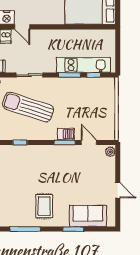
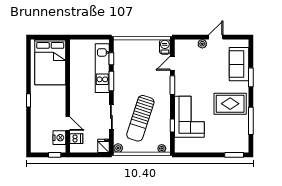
door: (22, 27) -> (68, 124), hinge flipped
barbecue: (66, 134) -> (165, 47), moved
plant: (110, 152) -> (202, 44), moved
corner sofa: (30, 161) -> (189, 117), added
rug: (44, 206) -> (230, 104), width x1.36, depth x1.43

